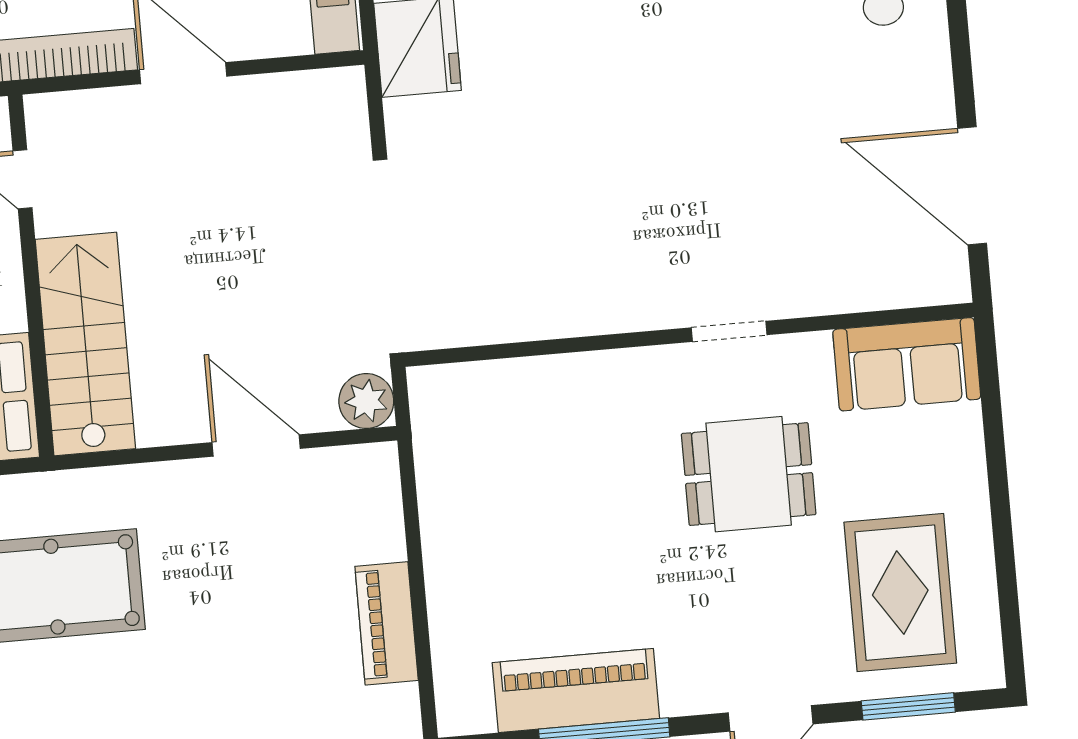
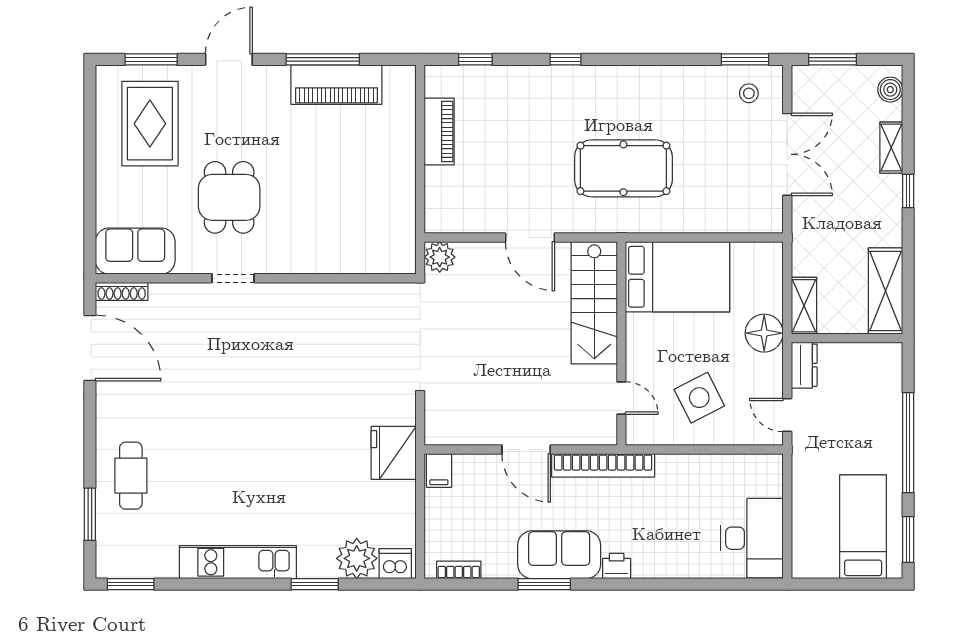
shoe rack: (925, 291) -> (122, 291), added
door: (256, 445) -> (530, 238), moved
dining table: (749, 474) -> (229, 197), turned 90

